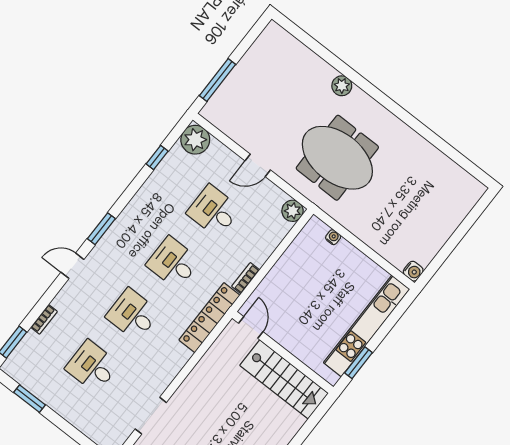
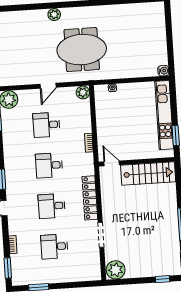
locker: (209, 318) -> (90, 198), moved
doorway: (151, 416) -> (101, 235), moved

